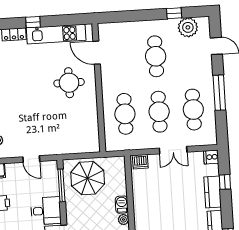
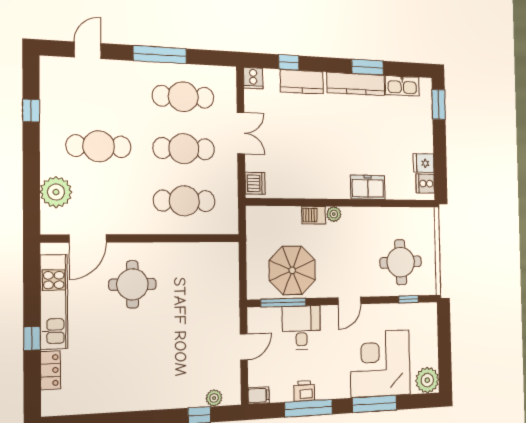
plant: (188, 27) -> (56, 192), moved
parasol: (88, 178) -> (292, 270), moved
desk: (46, 211) -> (301, 328), moved

